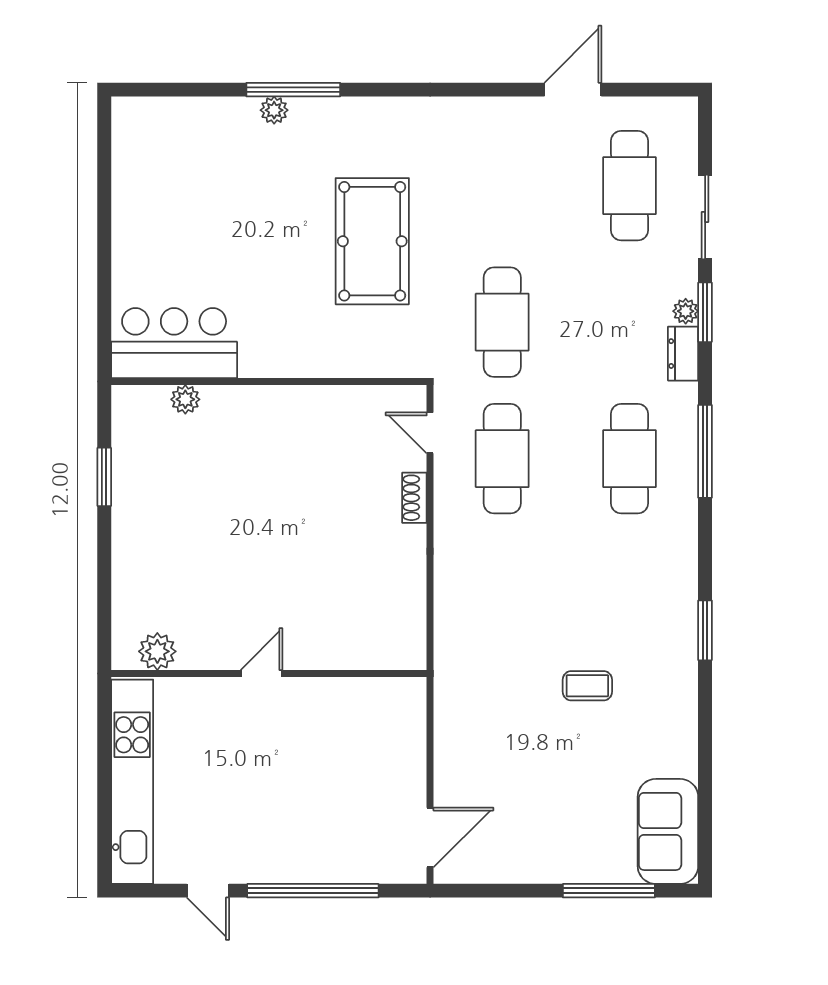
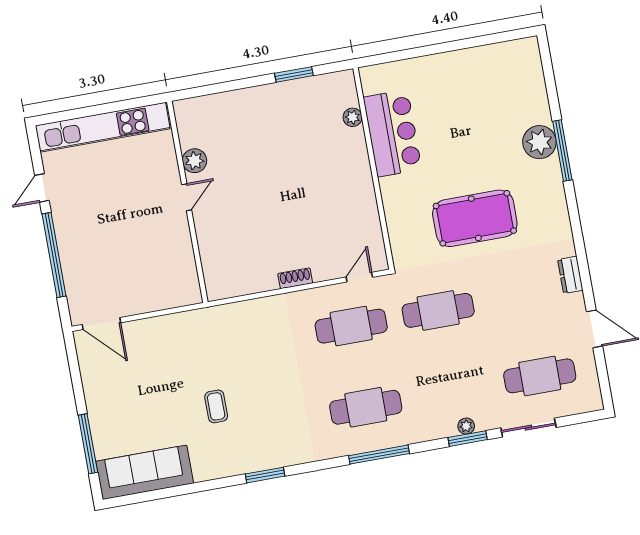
plant: (274, 110) -> (539, 142), width x1.88, depth x1.88
bar counter: (174, 343) -> (392, 133), moved
dresser: (683, 354) -> (570, 275), moved, turned -90
shoe rack: (414, 498) -> (295, 278), moved
plant: (157, 651) -> (194, 161), moved
door: (261, 673) -> (187, 197), hinge flipped
sofa: (668, 831) -> (145, 472), width x1.36

